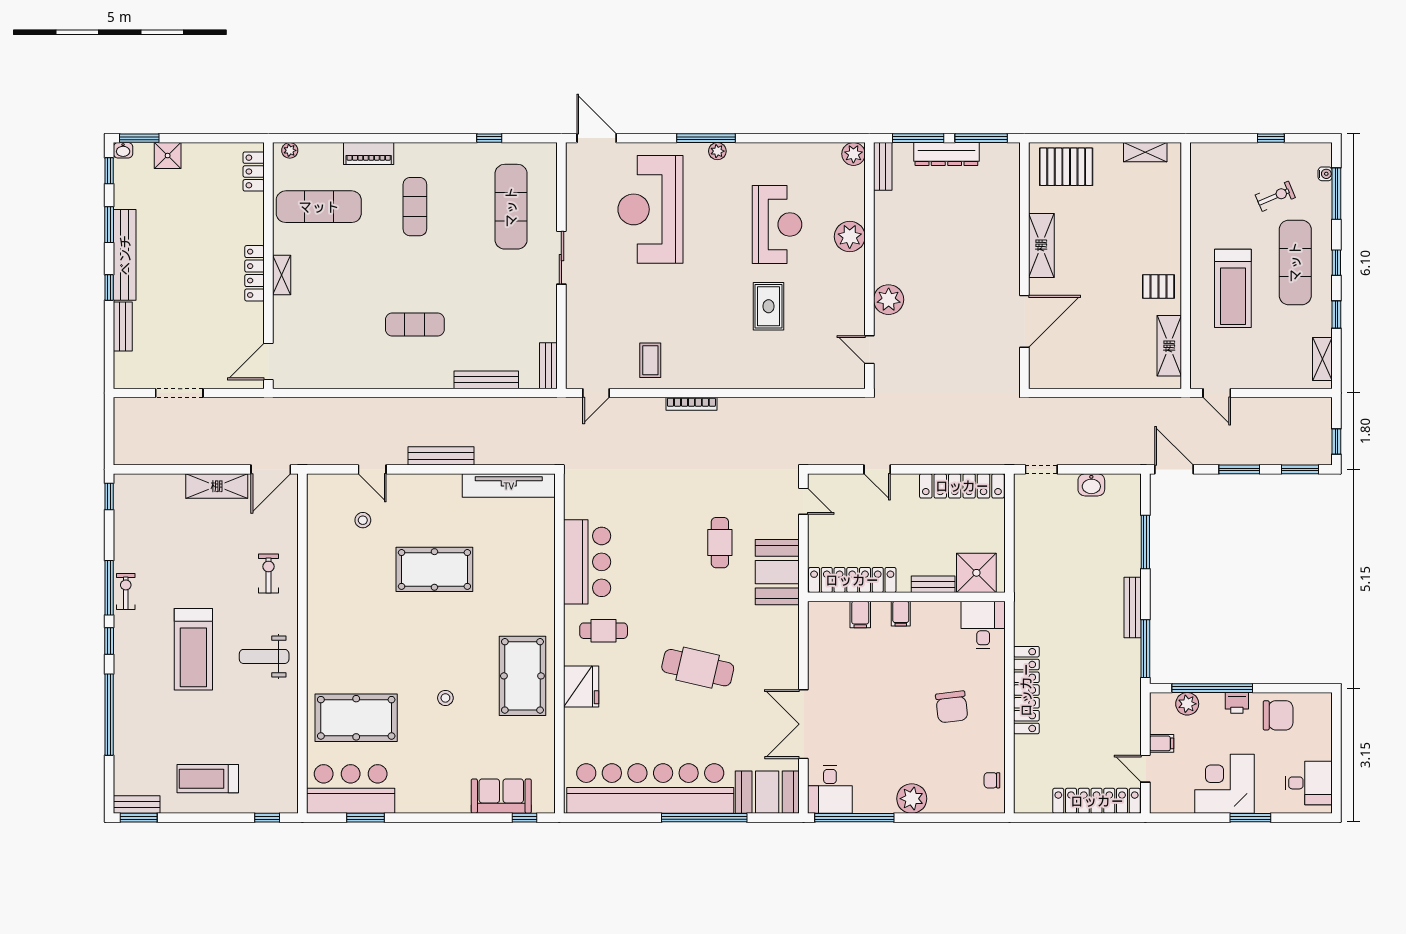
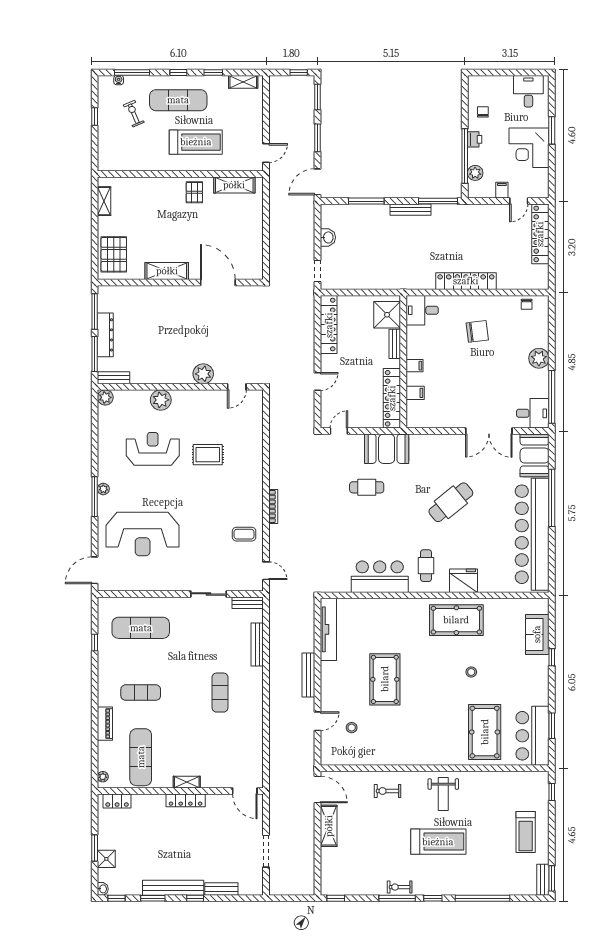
window: (139, 138) -> (95, 848), moved
sliding door: (561, 258) -> (208, 594), moved
cafe table: (698, 668) -> (451, 502), turned 38
chair: (1278, 715) -> (483, 112), width x0.54, depth x0.54
window: (524, 818) -> (552, 657), moved

